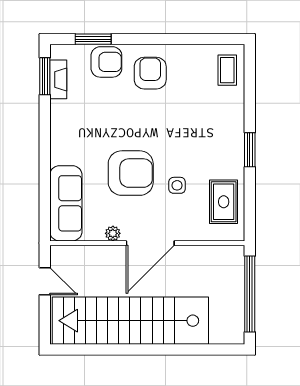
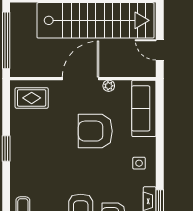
side table: (177, 185) -> (139, 163), moved
rug: (224, 202) -> (32, 98), moved, turned 90

